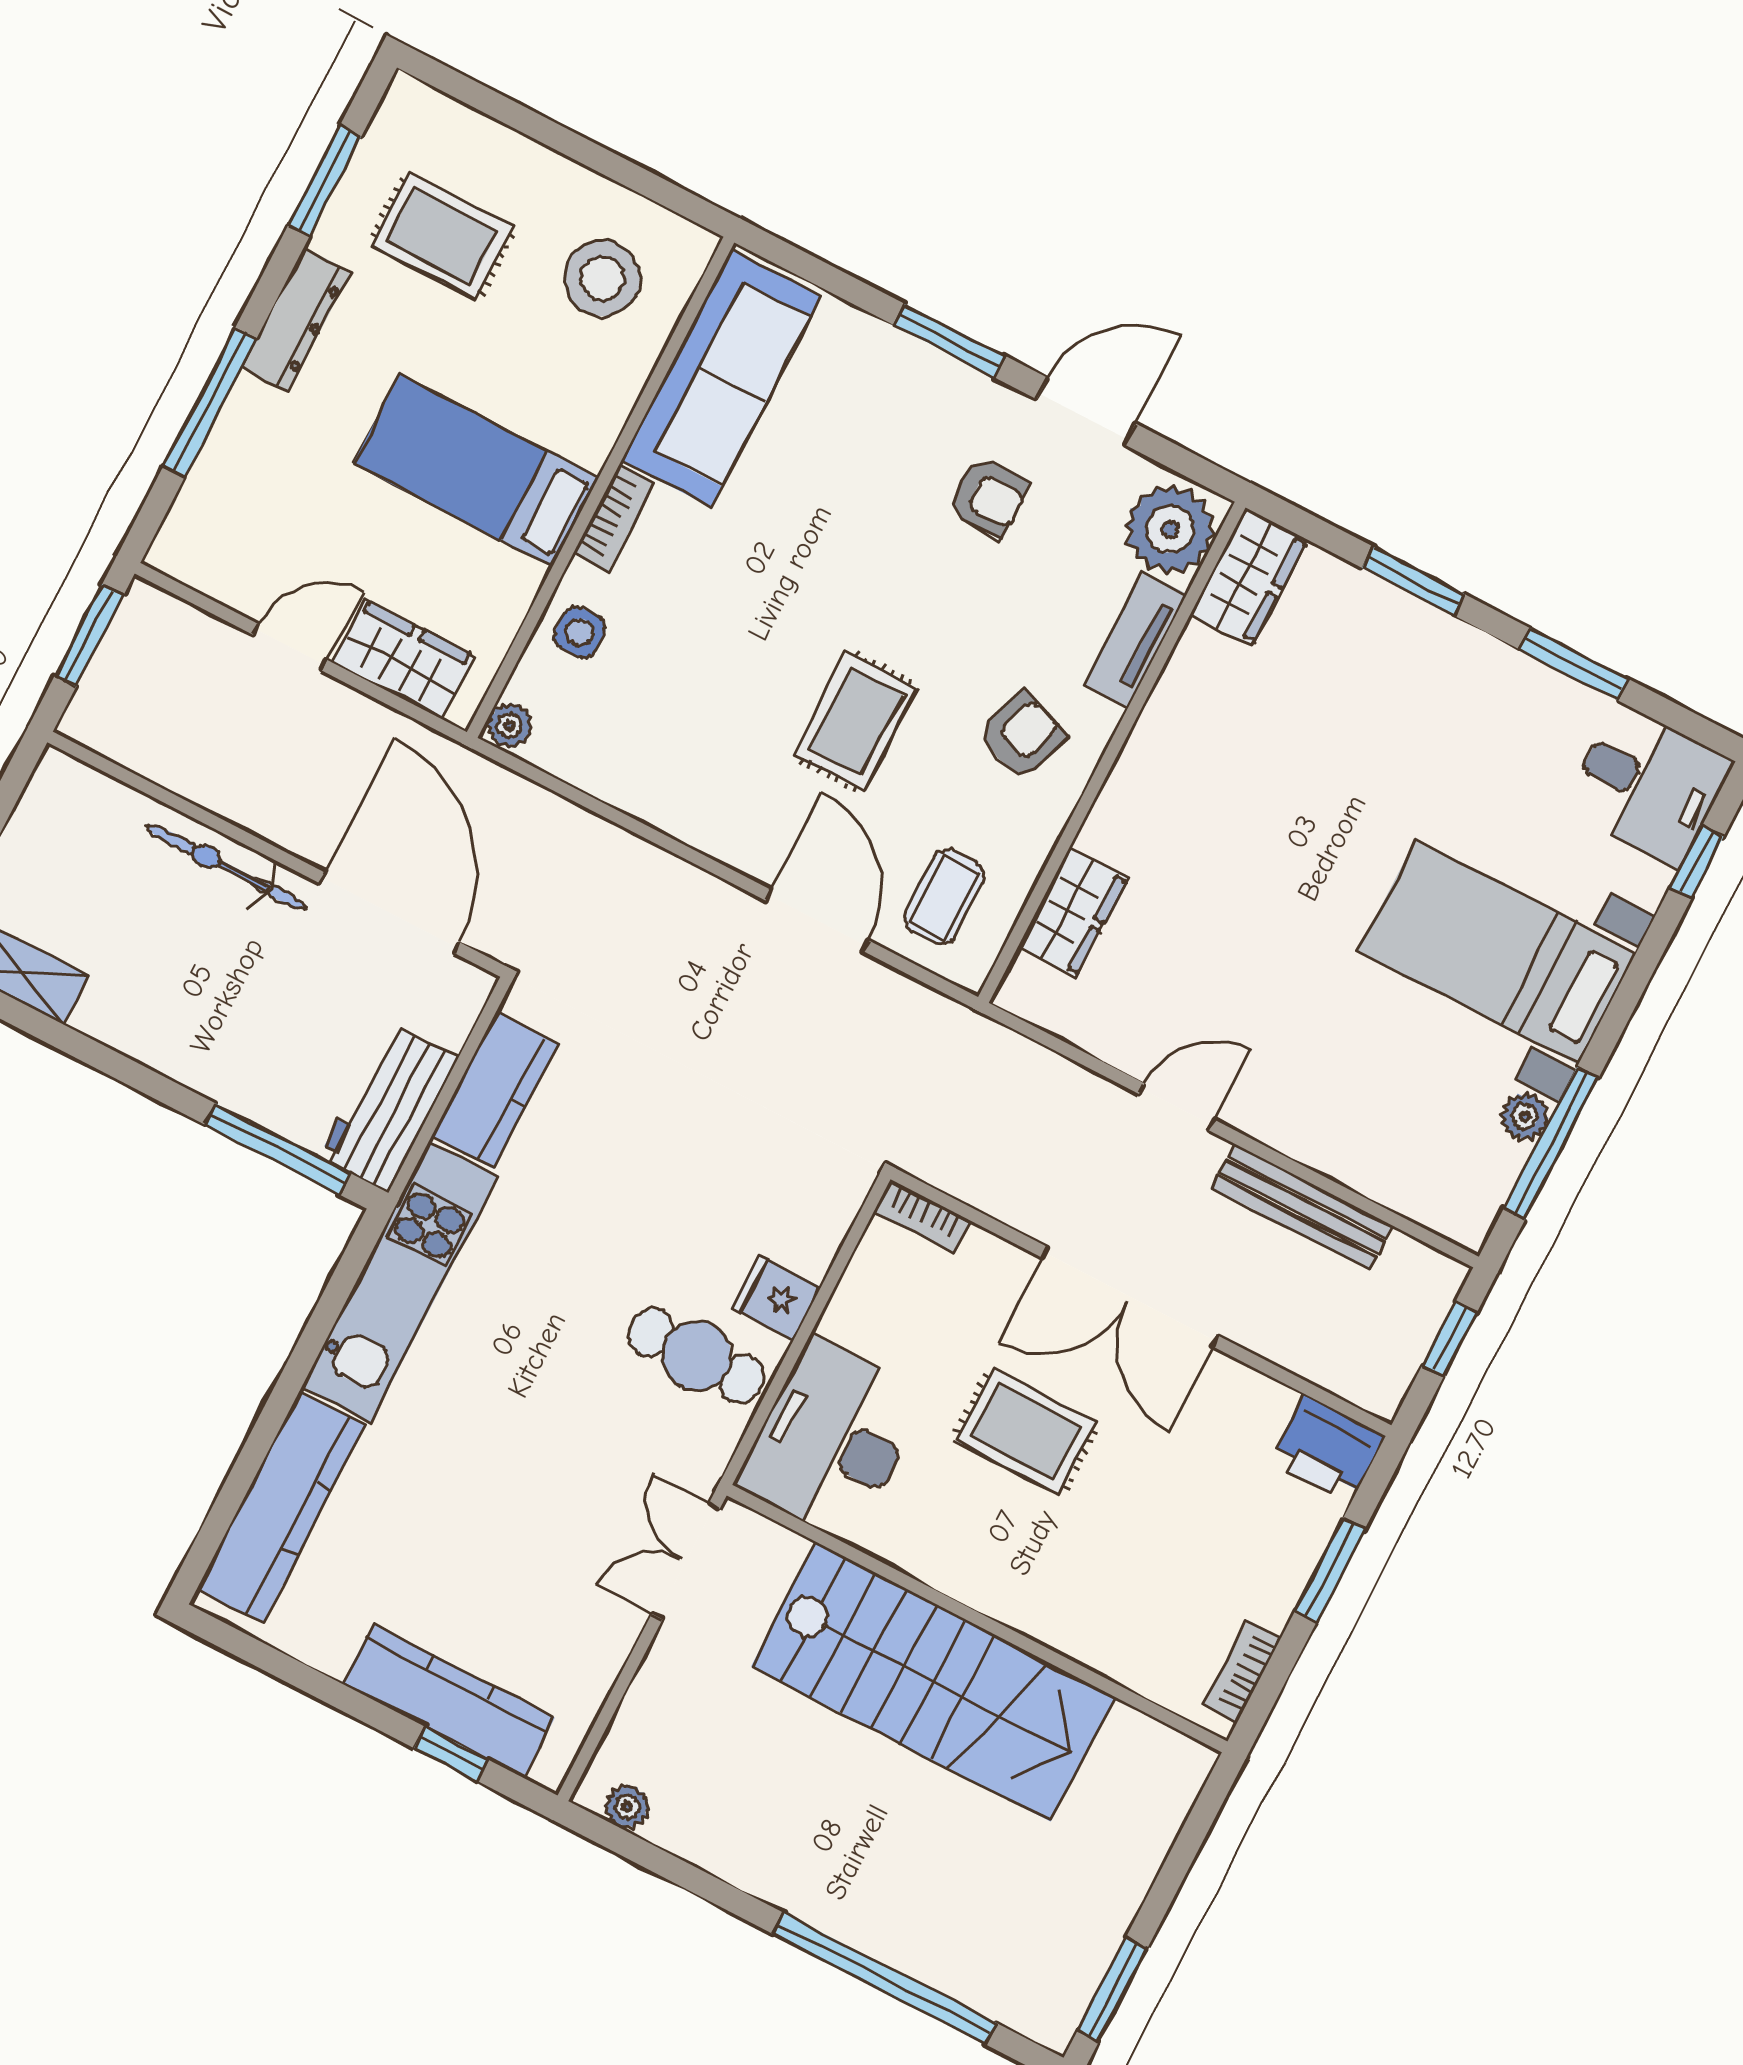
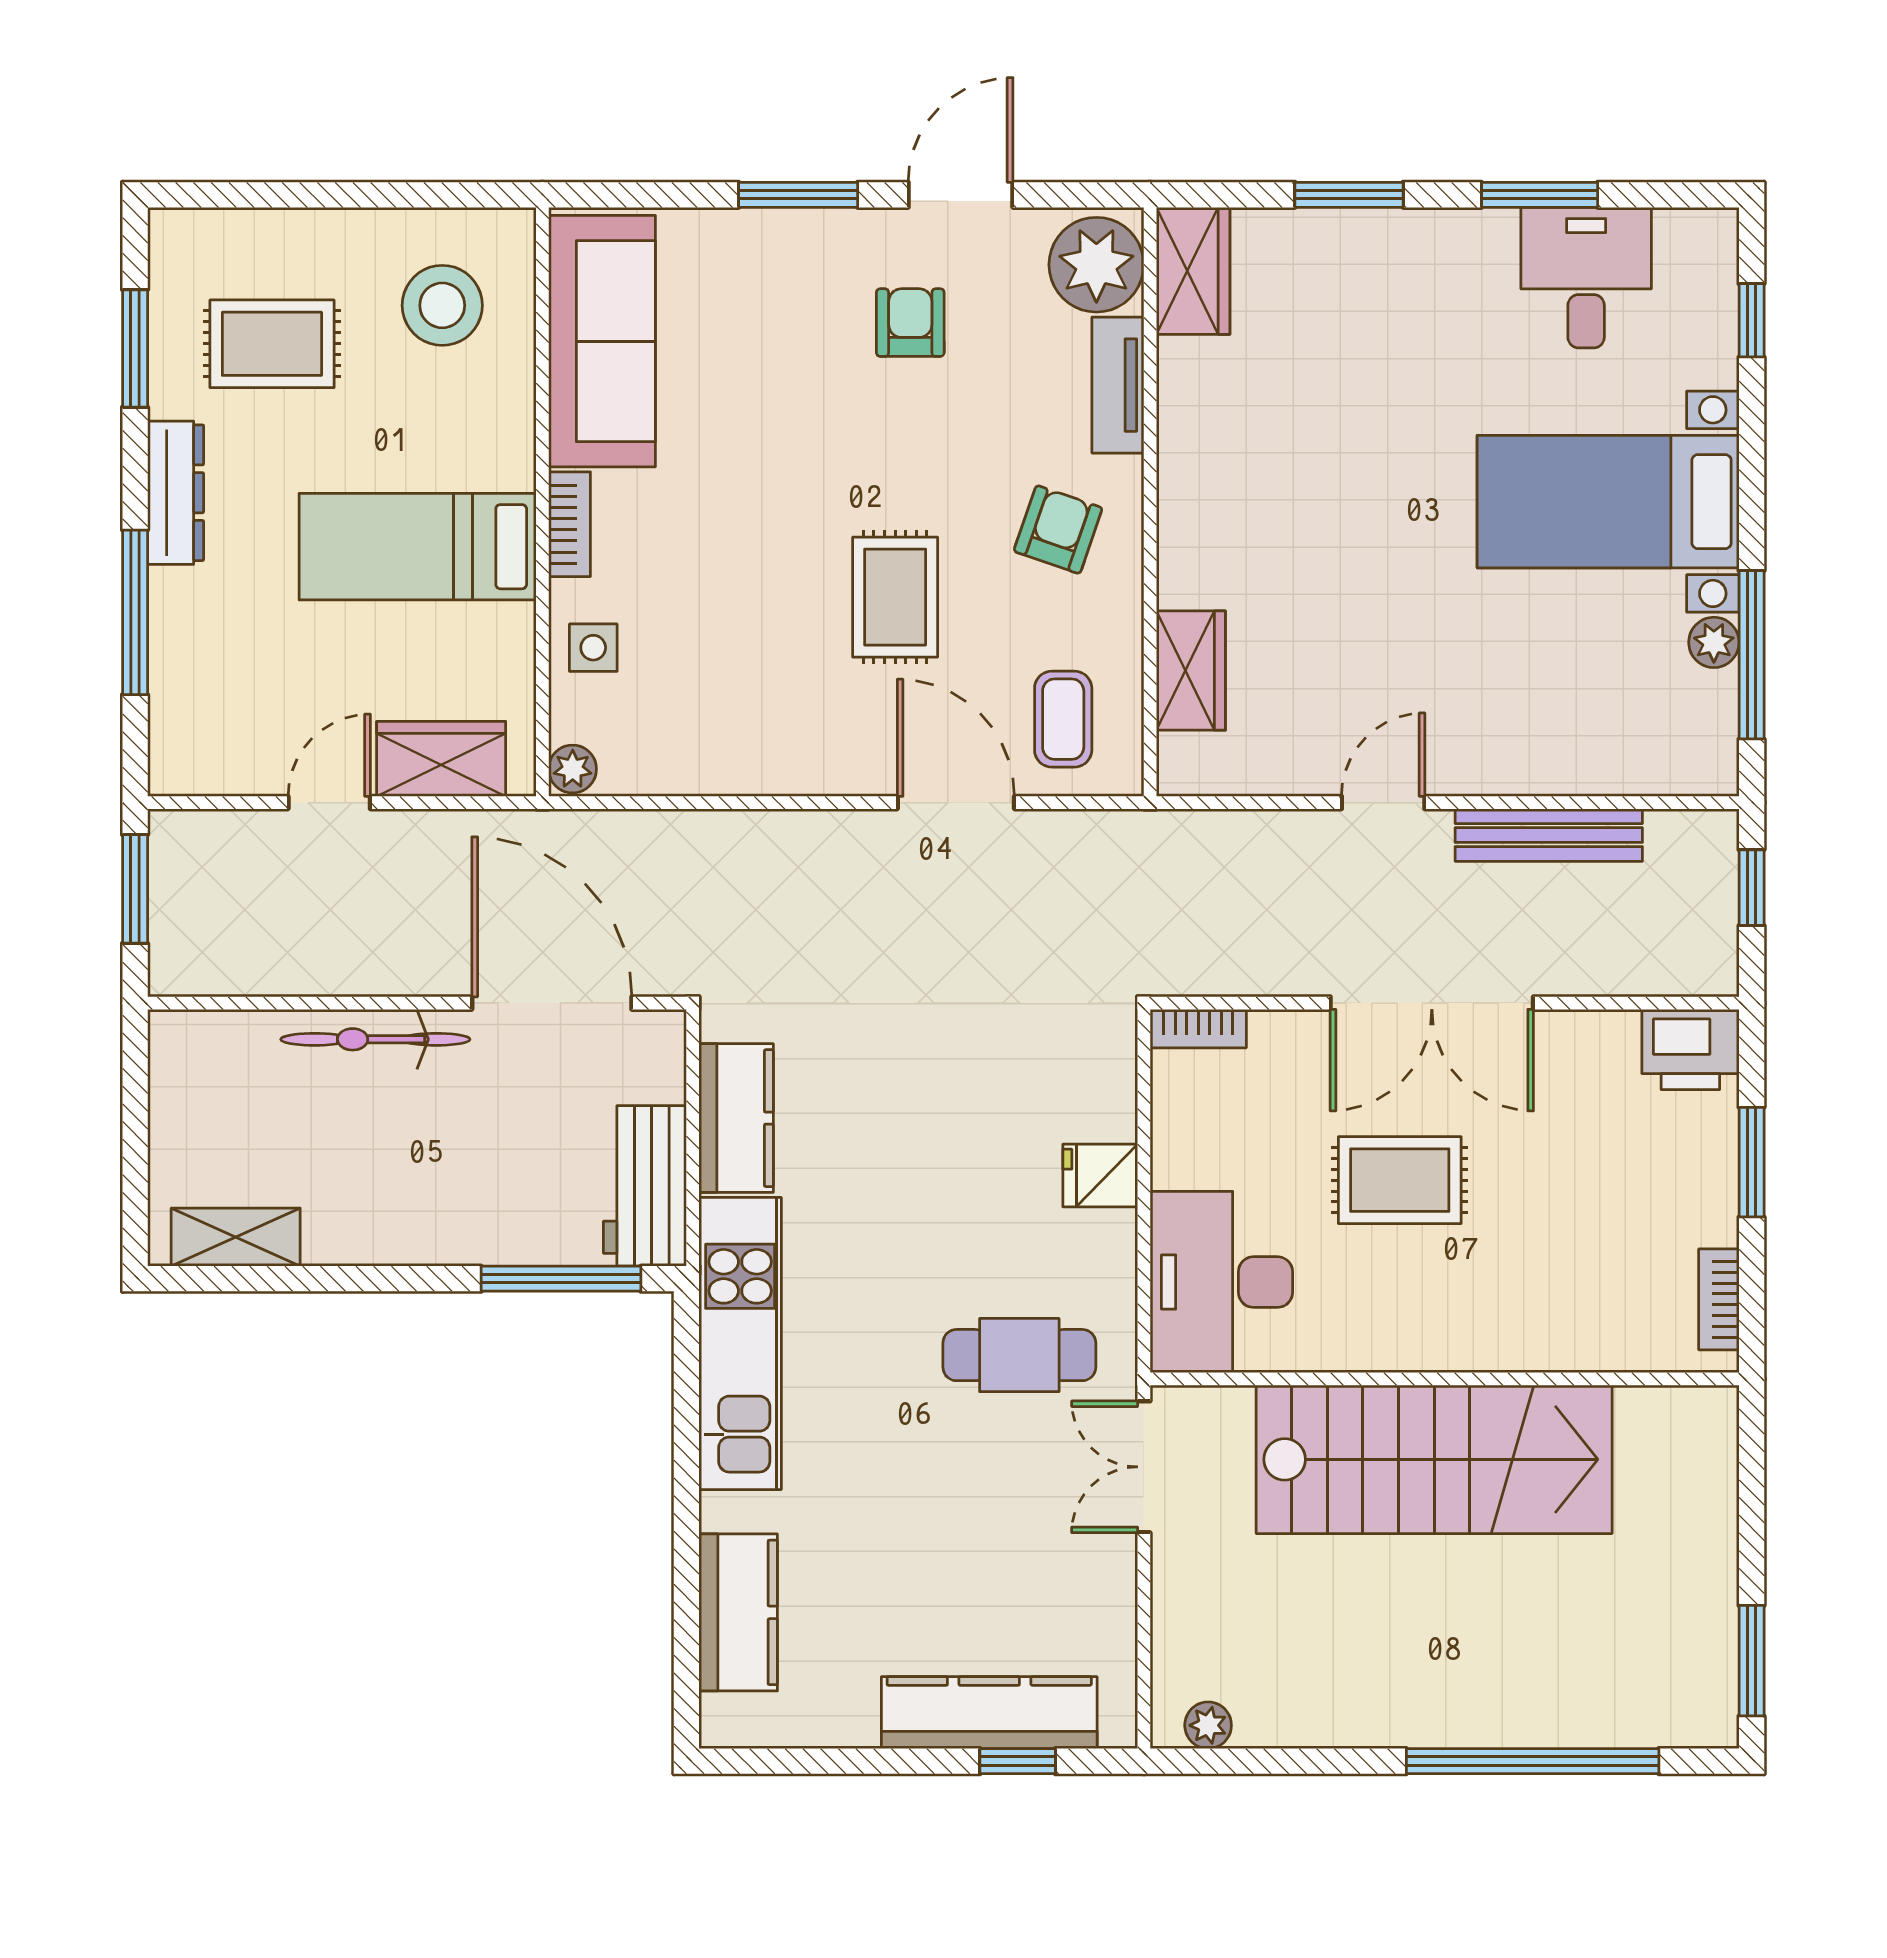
armchair: (988, 497) -> (910, 323), turned -90
desk: (1648, 786) -> (1586, 278), moved, turned -90
cafe table: (697, 1356) -> (1019, 1355), moved
kitchen counter: (281, 1507) -> (738, 1612), width x0.67

